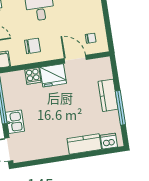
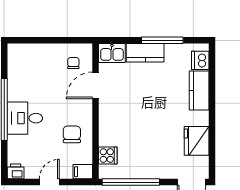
fridge: (53, 75) -> (197, 141), moved, turned 180
cooker: (33, 76) -> (108, 156), moved
kitchen sink: (15, 122) -> (112, 53), moved, turned 180

